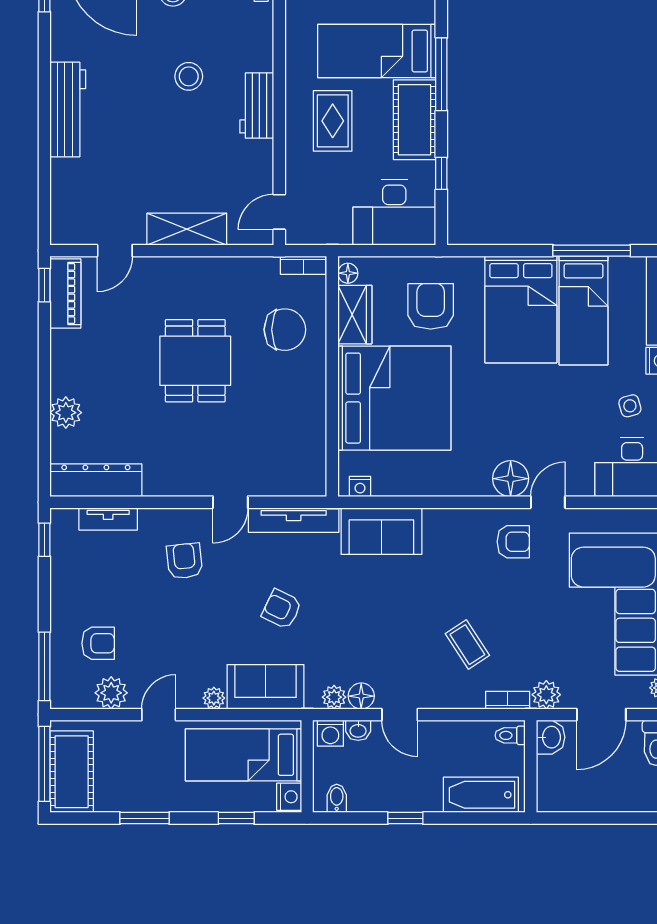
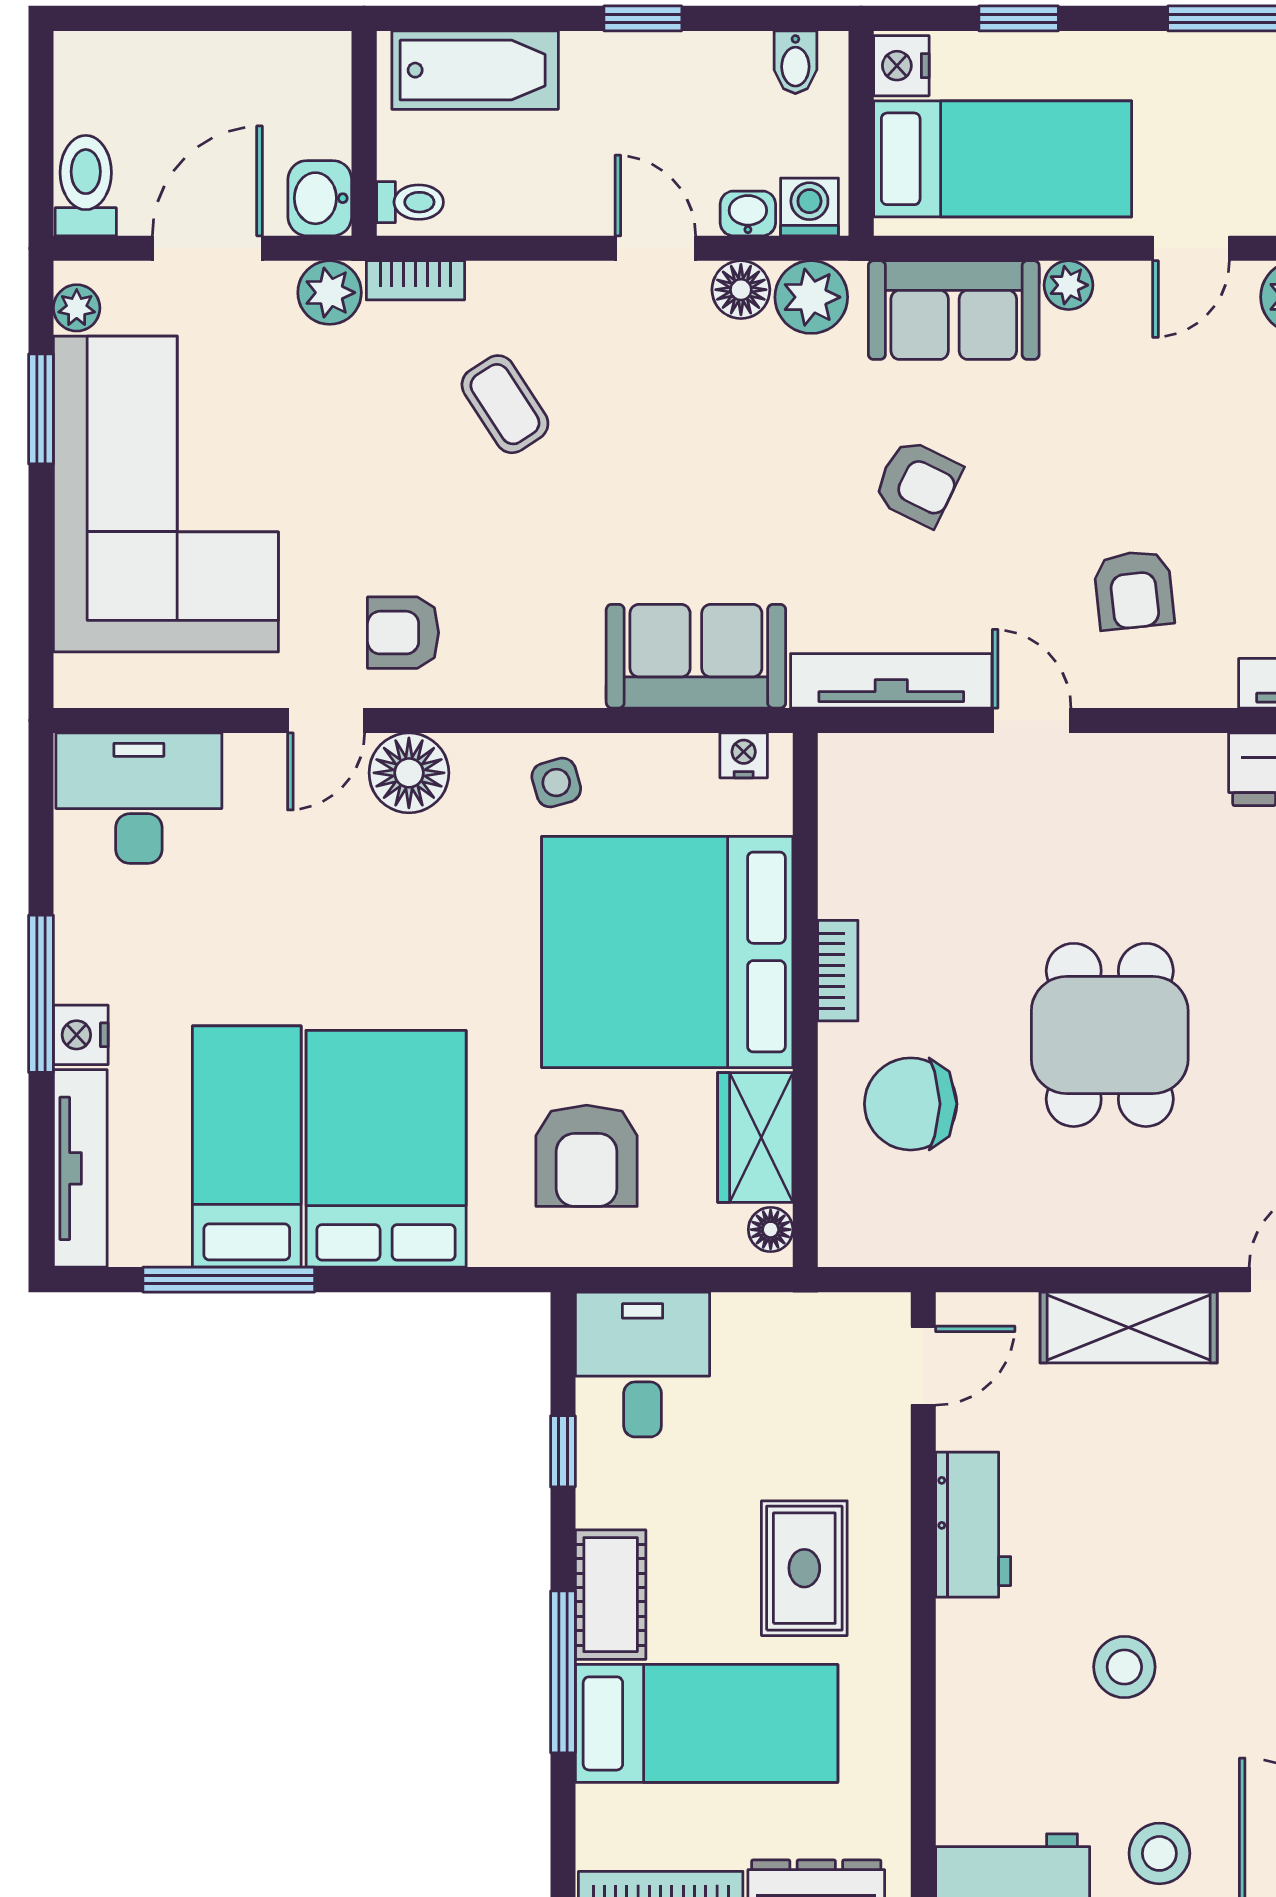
workbench: (257, 106) -> (973, 1525), moved
cot: (414, 120) -> (611, 1595), width x0.73, depth x0.75
desk: (394, 212) -> (643, 1365), width x0.73
bookcase: (303, 265) -> (838, 971), moved, turned 90
side table: (630, 406) -> (556, 783), moved
door: (230, 502) -> (1032, 720), hinge flipped
plant: (334, 697) -> (811, 297), width x1.38, depth x1.38

